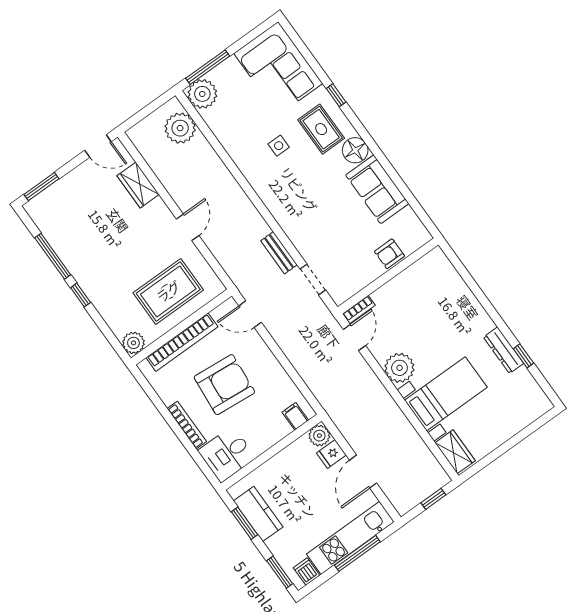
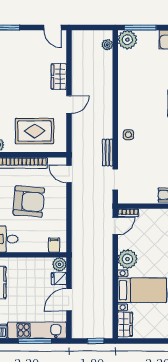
plant: (180, 128) -> (107, 45), width x0.53, depth x0.53
side table: (279, 146) -> (128, 135), moved
wardrobe: (138, 185) -> (59, 77), moved

